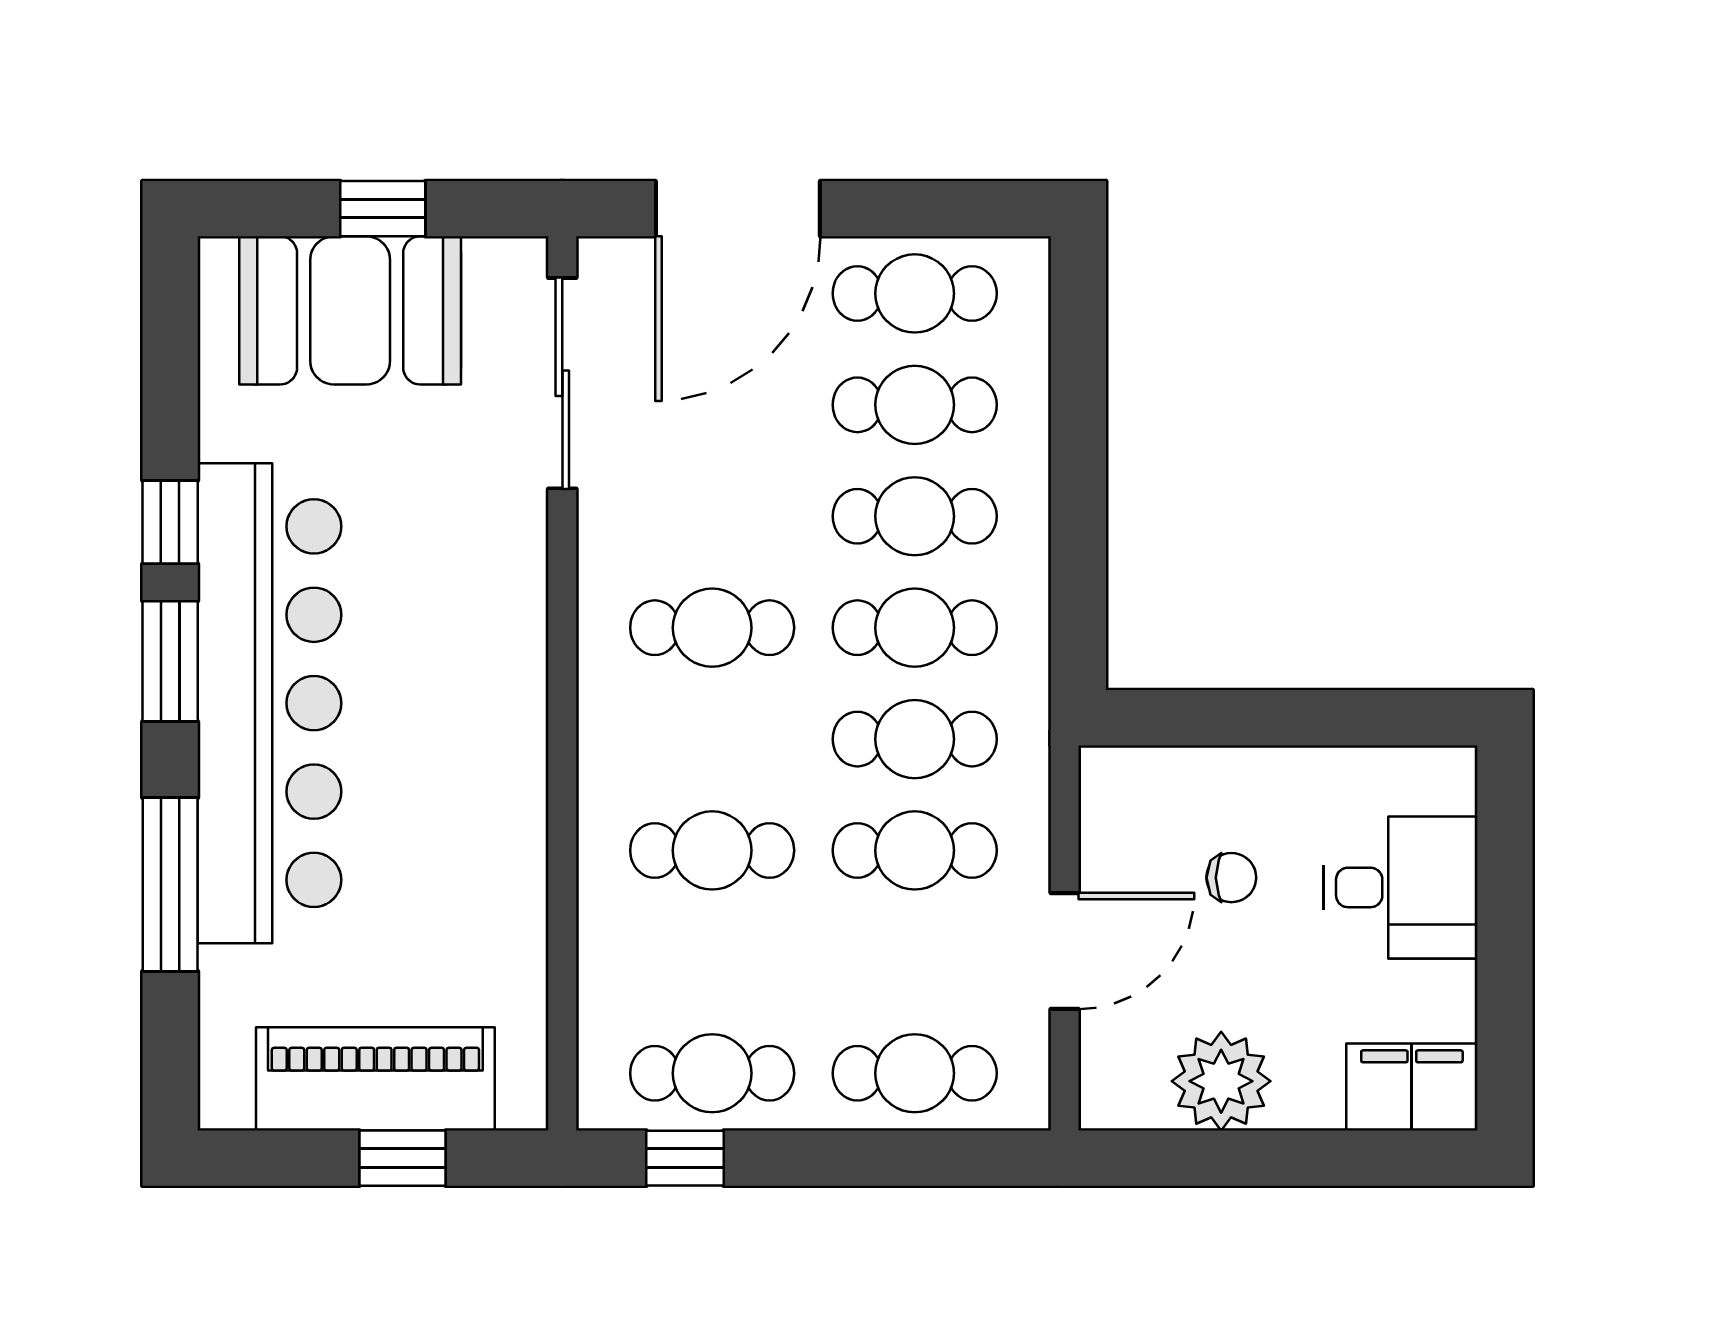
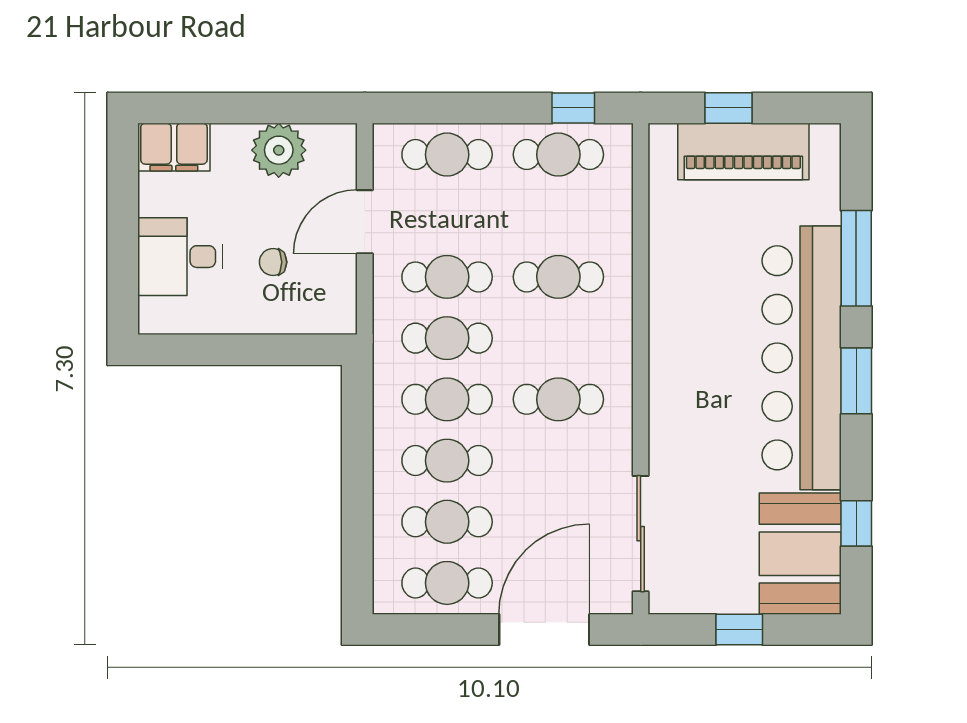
booth: (350, 310) -> (800, 554), moved, turned 90
window: (170, 522) -> (856, 523), moved

